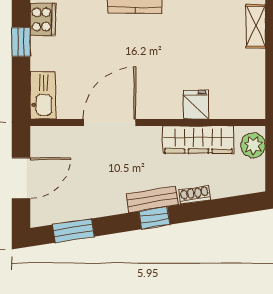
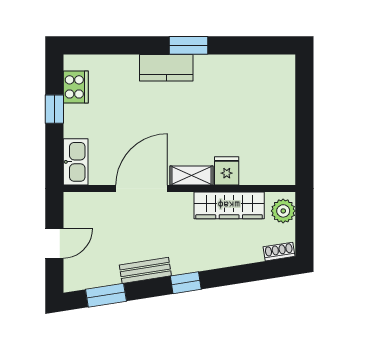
shelving: (256, 26) -> (192, 176), moved, turned 90
door: (21, 178) -> (54, 243), width x0.73
shoe rack: (194, 195) -> (279, 252), moved
bench: (152, 199) -> (145, 270), moved

